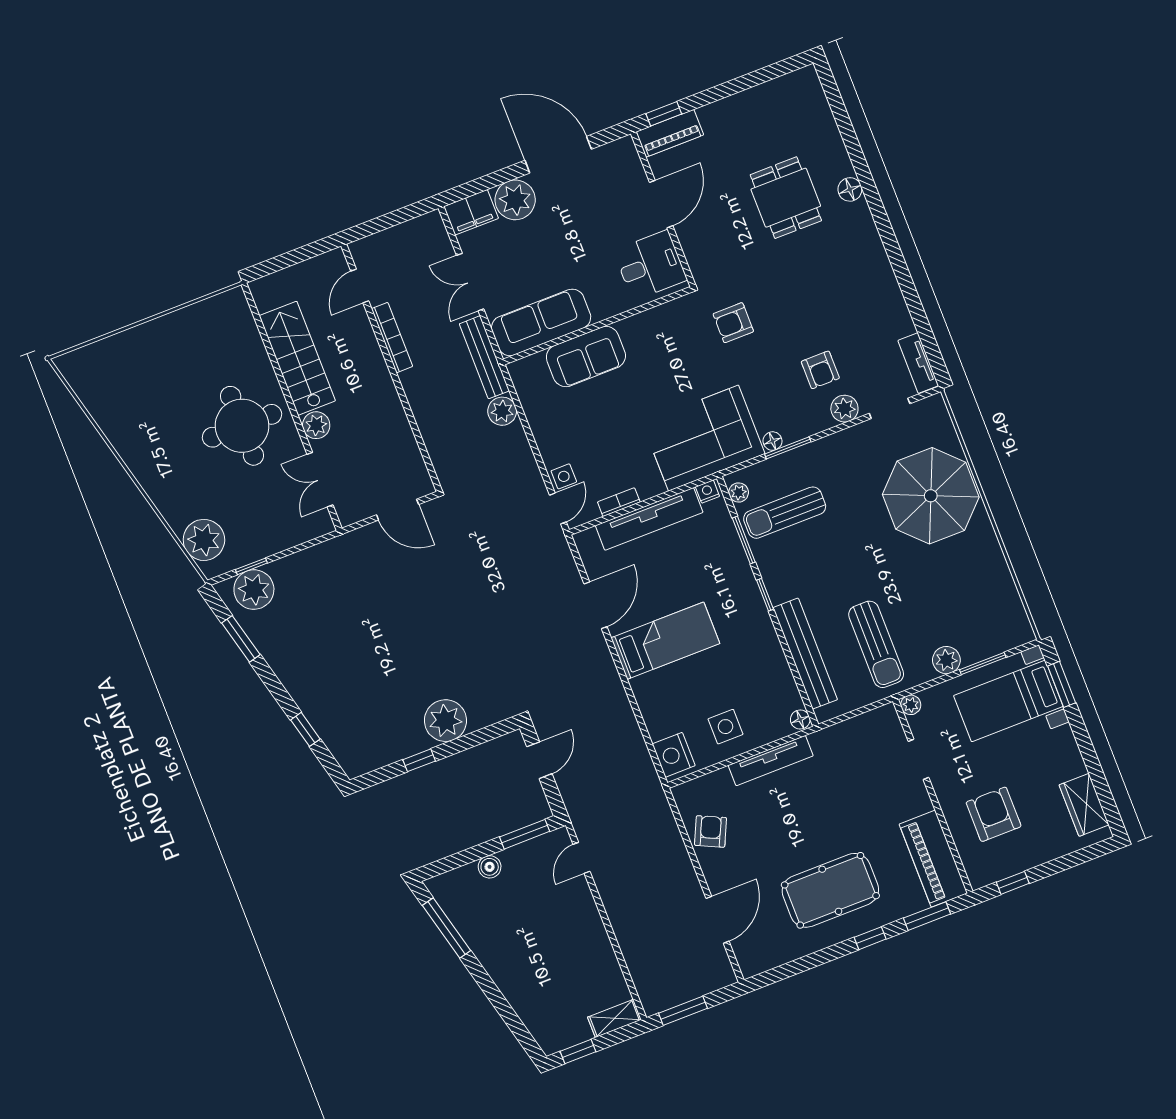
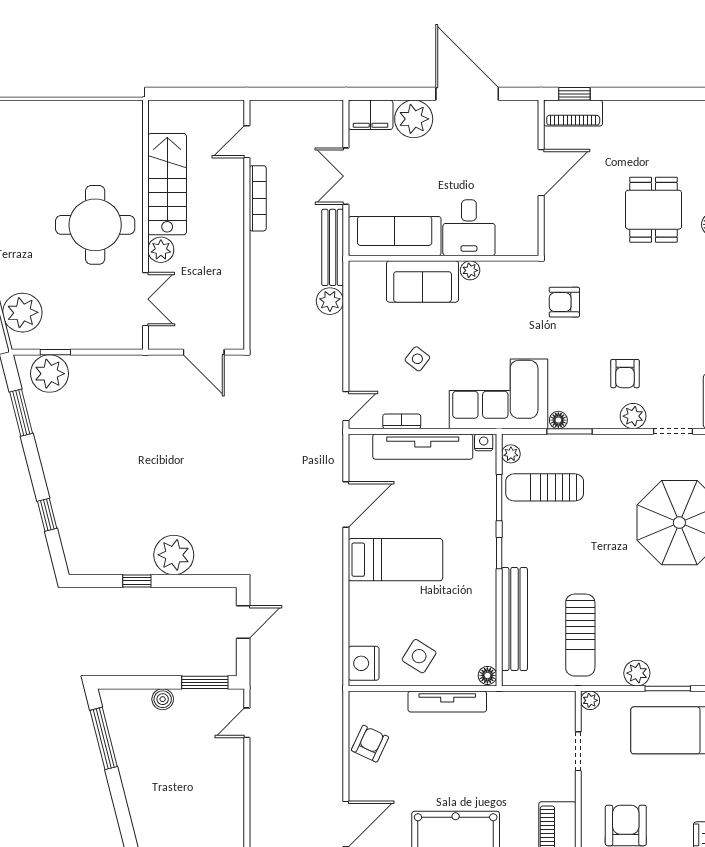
desk: (650, 265) -> (469, 228), moved, turned 90
plant: (628, 327) -> (470, 270), added
side table: (564, 476) -> (417, 359), moved, turned 38
double door: (320, 480) -> (146, 299), swing flipped
side table: (725, 727) -> (419, 656), turned 32

